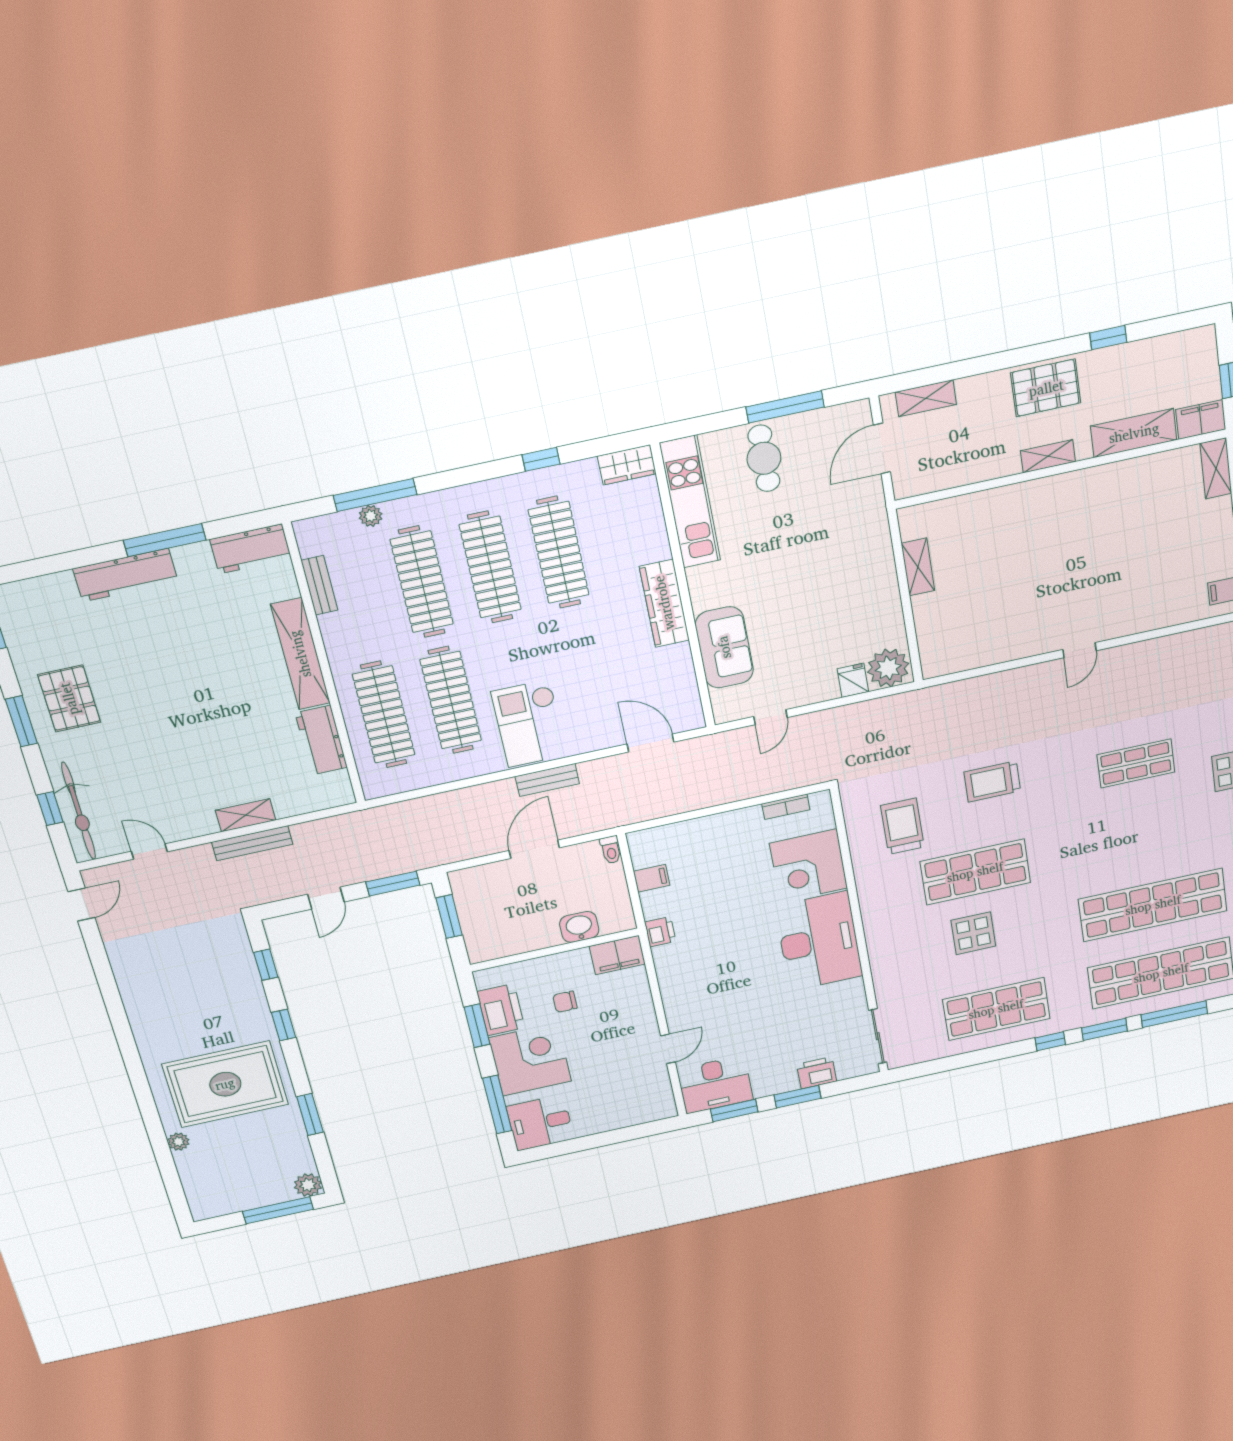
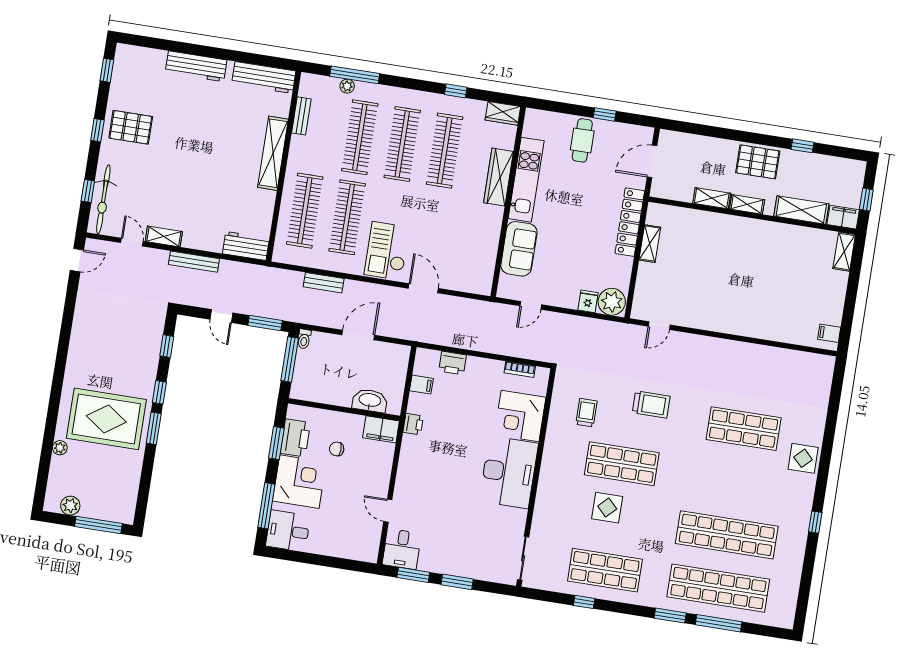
shelving: (926, 398) -> (712, 198), moved
window: (785, 407) -> (605, 114), width x0.46
kitchen unit: (690, 502) -> (526, 180), moved
window: (165, 540) -> (227, 55), removed
locker: (878, 548) -> (630, 222), added
workbench: (251, 549) -> (264, 78), width x1.38
wardrobe: (664, 603) -> (498, 177), moved
door: (1079, 650) -> (659, 326), moved
pallet: (69, 699) -> (131, 127), turned 90
window: (21, 721) -> (97, 130), width x0.67
workbench: (321, 740) -> (246, 246), moved, turned 90
door: (651, 743) -> (423, 288), moved
shop shelf: (1136, 763) -> (744, 429), width x1.43, depth x1.36
bench: (547, 780) -> (324, 283), moved
trolley: (992, 782) -> (651, 404), turned 180
shelving: (246, 815) -> (164, 236), moved
trolley: (902, 826) -> (586, 413), width x0.73, depth x0.72
toilet: (611, 850) -> (304, 339), moved
door: (326, 898) -> (221, 316), hinge flipped
window: (449, 916) -> (290, 359), width x1.44
washbasin: (579, 927) -> (370, 401), width x1.38
window: (1050, 1041) -> (584, 602), moved
door: (668, 1049) -> (388, 511), swing flipped
printer: (817, 1073) -> (453, 363), moved, turned 180
desk: (715, 1085) -> (402, 549), width x0.73
window: (310, 1115) -> (154, 428), moved
plant: (308, 1185) -> (70, 506), moved

